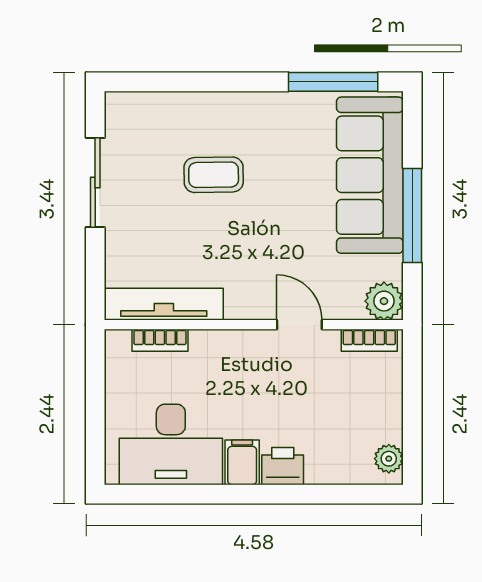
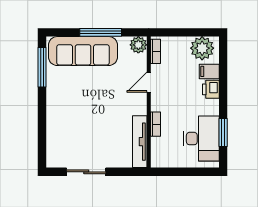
coffee table: (214, 175) -> (83, 120), removed
bookcase: (160, 340) -> (156, 124), moved
plant: (389, 459) -> (202, 48), width x1.88, depth x1.88
filing cabinet: (242, 462) -> (209, 71), moved
window: (185, 494) -> (223, 132), added

